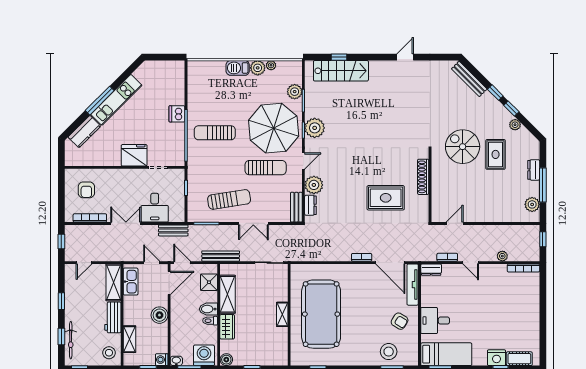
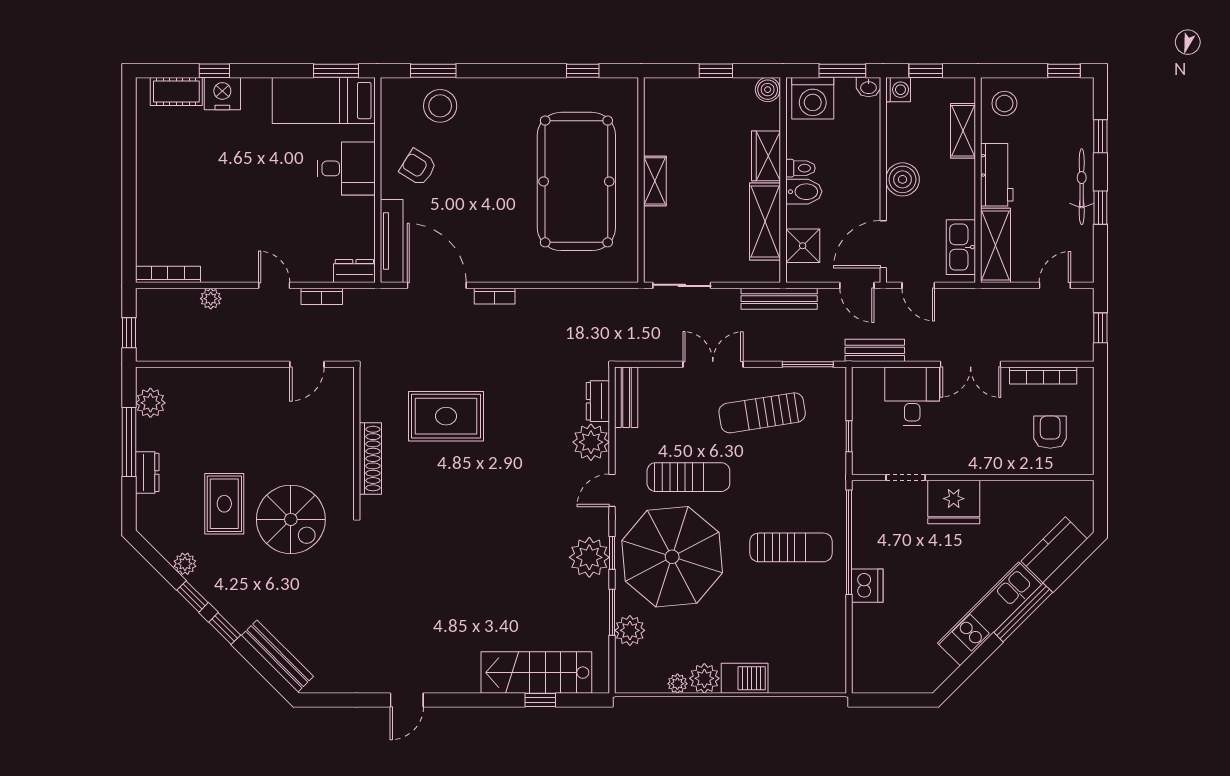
sun lounger: (266, 168) -> (688, 477), turned 180
bicycle: (71, 340) -> (1082, 187), moved

